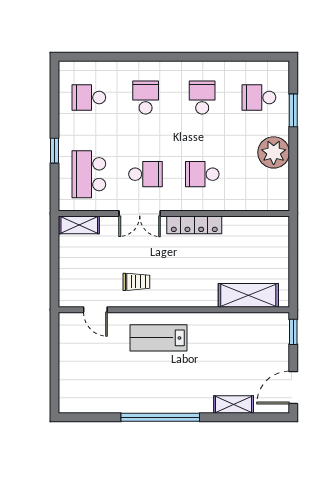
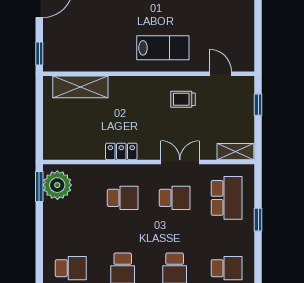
window: (293, 110) -> (39, 186), moved
plant: (274, 152) -> (57, 185), moved
school desk: (146, 174) -> (175, 198), turned 180
locker: (194, 225) -> (121, 151), width x0.66
window: (54, 276) -> (258, 105), added

